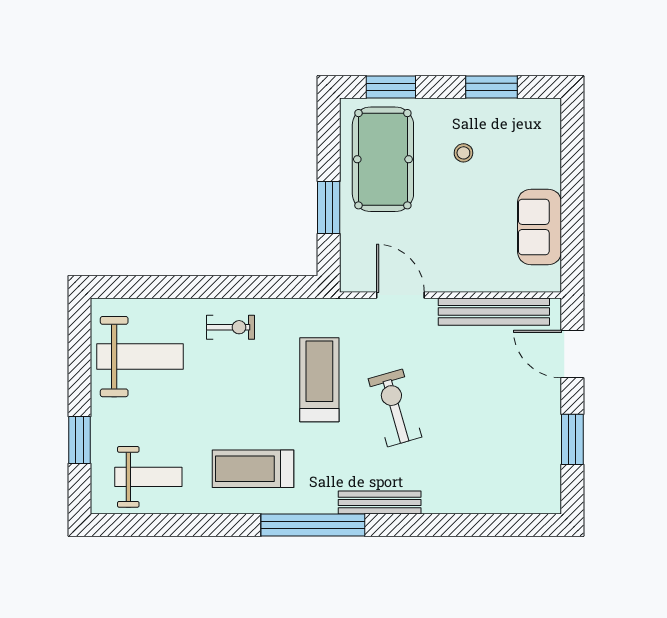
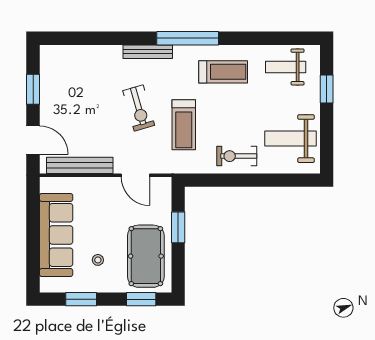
sofa: (540, 227) -> (56, 235), width x1.85, depth x1.27
exercise bike: (230, 327) -> (237, 156), width x1.38, depth x1.39

